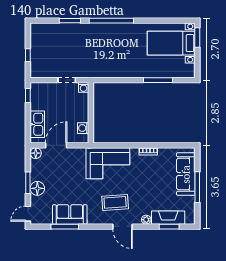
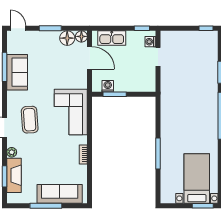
window: (28, 55) -> (206, 28), moved
doorway: (67, 80) -> (158, 57), moved
window: (158, 80) -> (158, 153), moved
washing machine: (84, 87) -> (150, 42), moved
window: (91, 121) -> (115, 94), added
floor lamp: (37, 188) -> (67, 38), moved

